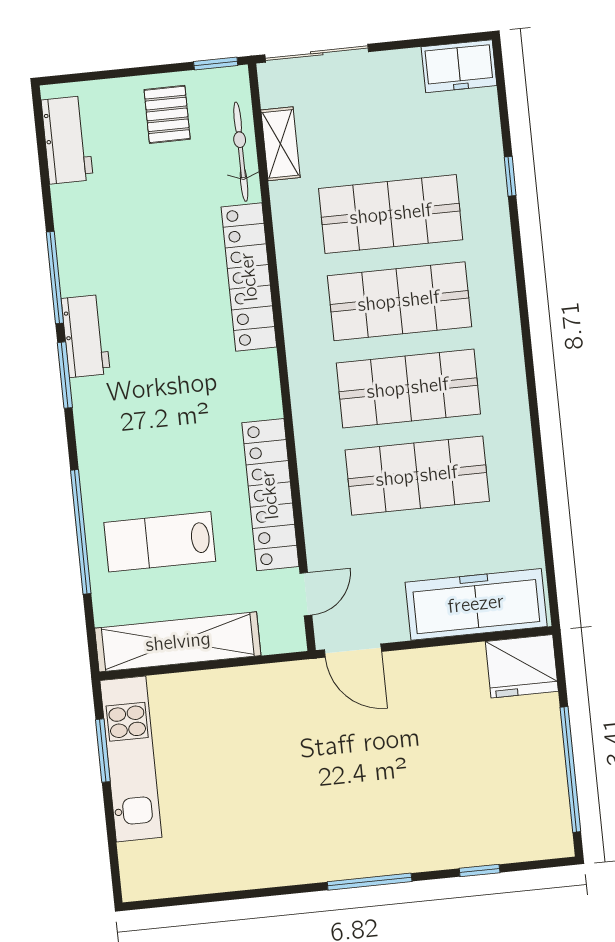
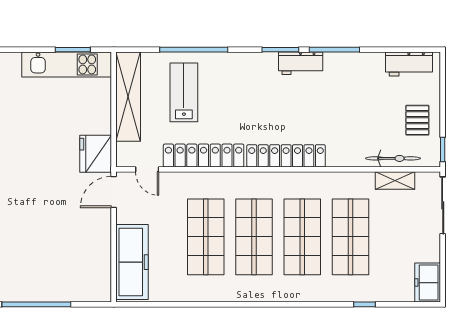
pallet: (167, 114) -> (417, 120), turned 90
locker: (249, 277) -> (286, 156), moved
fridge: (522, 666) -> (96, 154), moved

